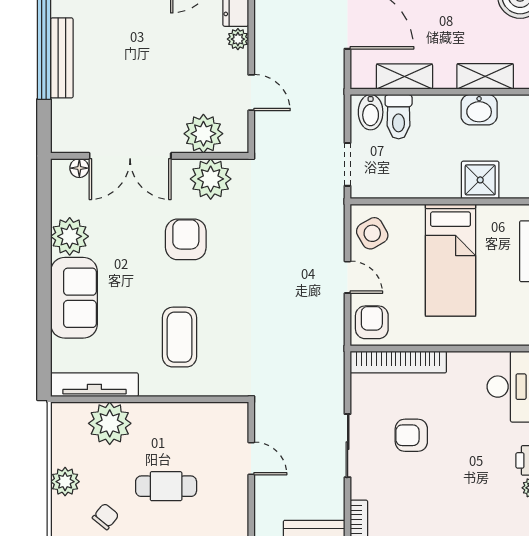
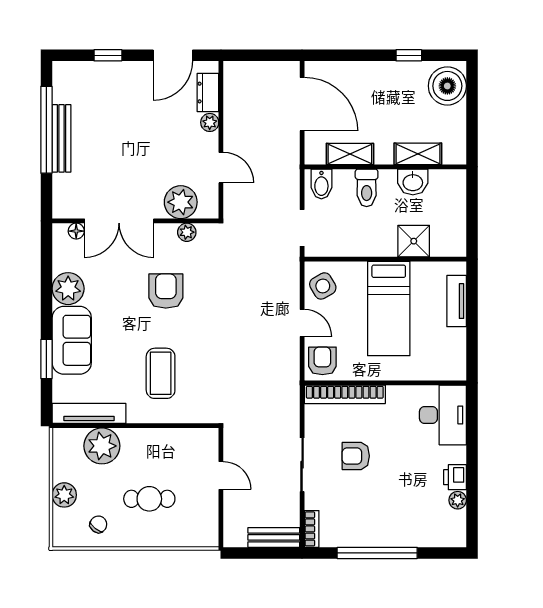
toilet: (399, 117) -> (367, 188), moved
plant: (211, 179) -> (187, 232), width x0.53, depth x0.53
window: (44, 320) -> (46, 359), added

